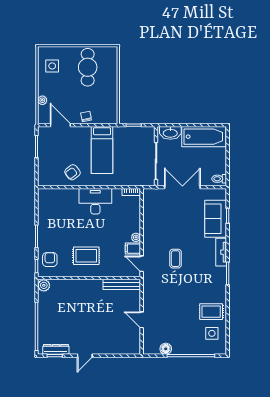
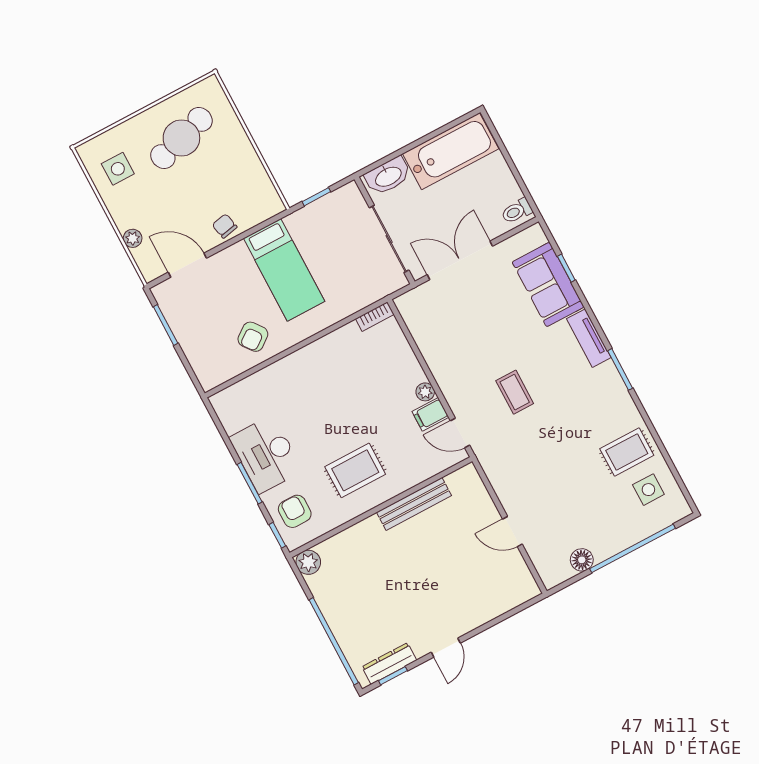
cafe table: (88, 67) -> (181, 138), turned 73
desk: (95, 201) -> (266, 454), moved, turned -90
bench: (122, 284) -> (414, 504), moved

